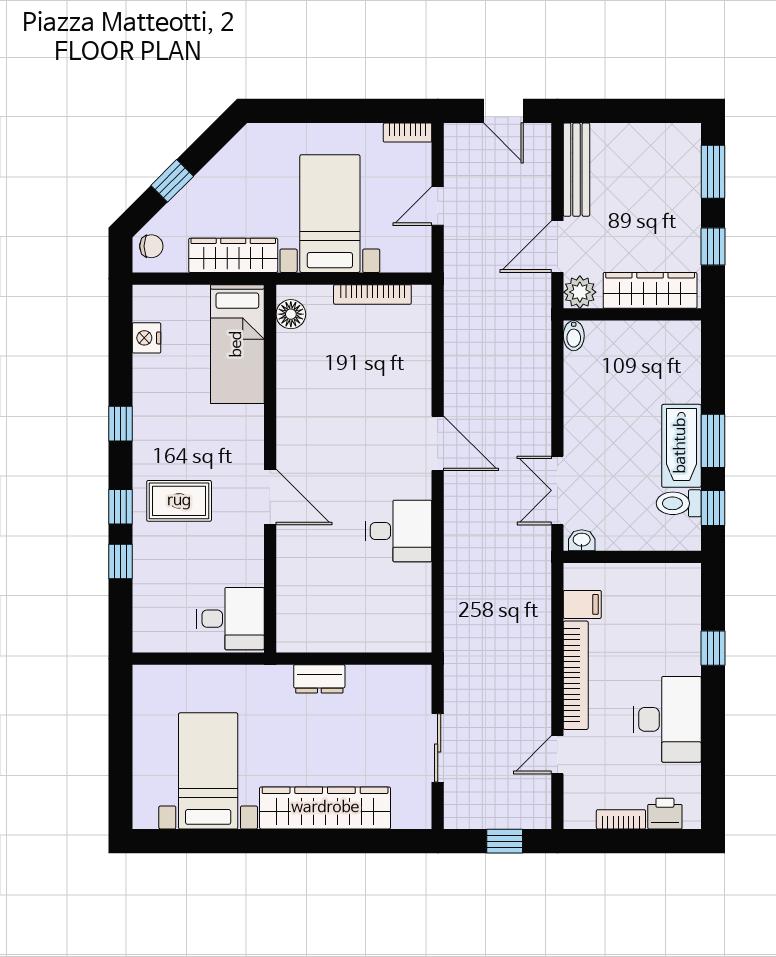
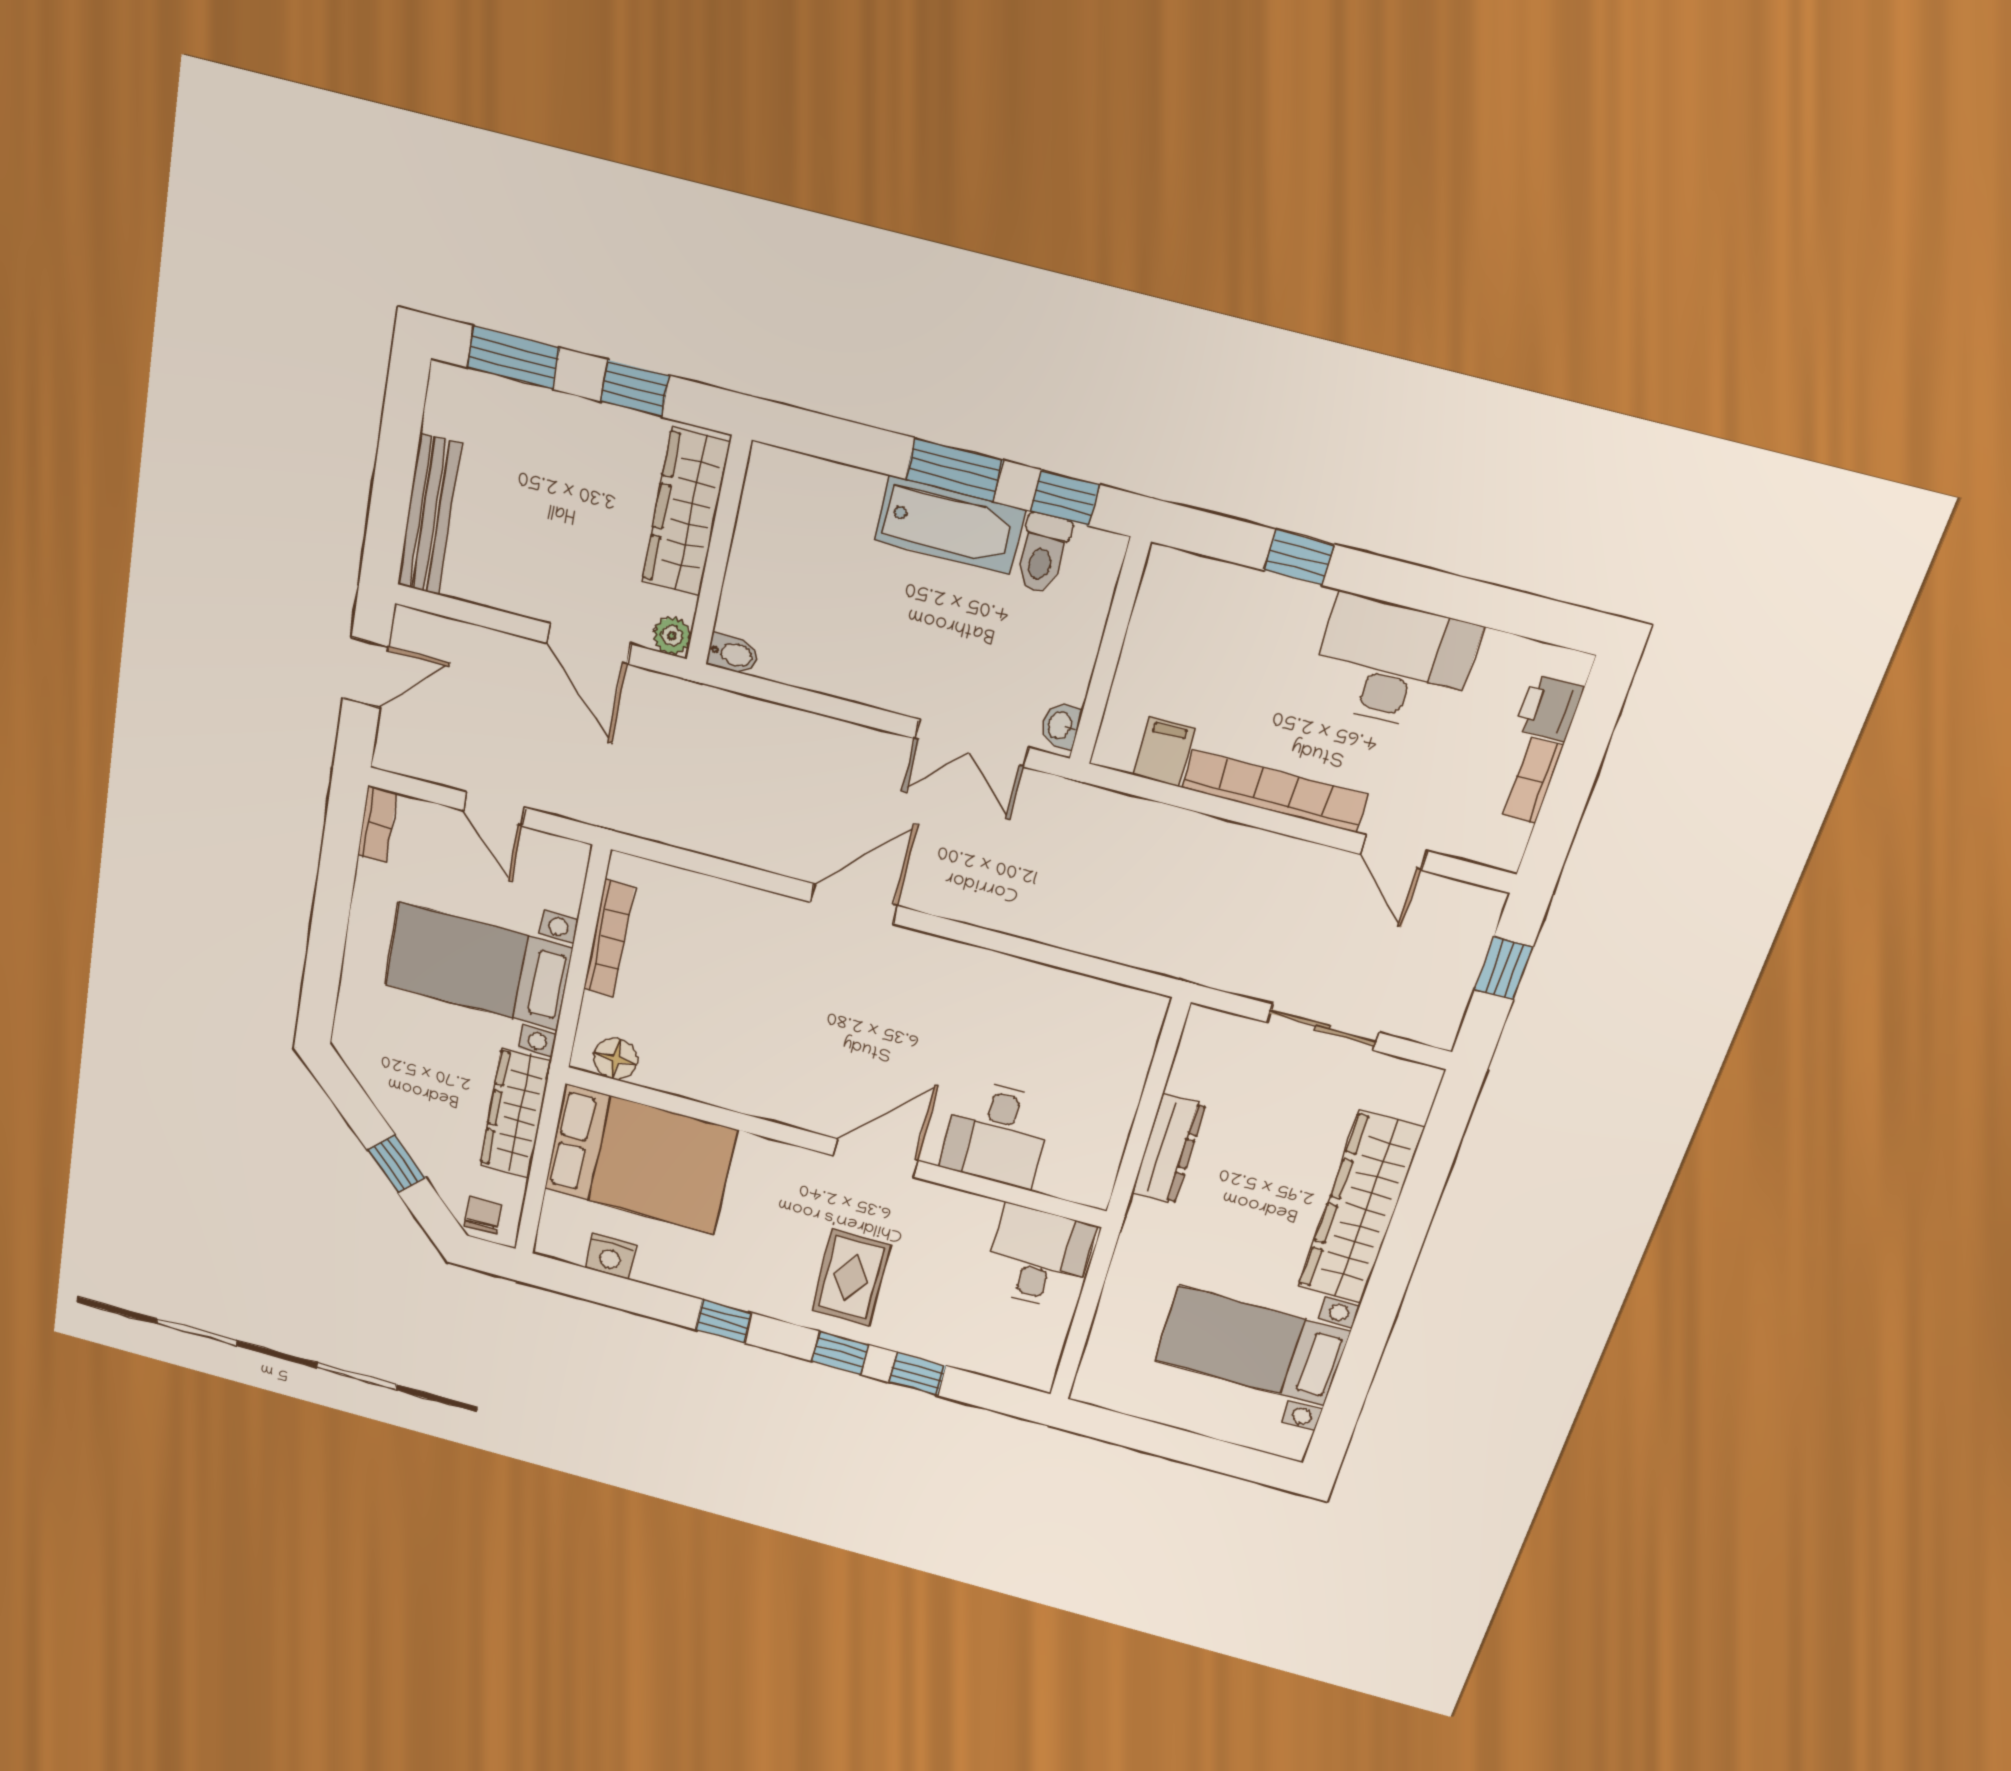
bench: (576, 170) -> (429, 515), moved, turned 90
plant: (580, 292) -> (672, 636), width x0.73, depth x0.73
bed: (237, 344) -> (640, 1159), width x1.50
desk: (398, 531) -> (997, 1134), moved, turned 180
dresser: (319, 679) -> (1168, 1149), width x1.44

